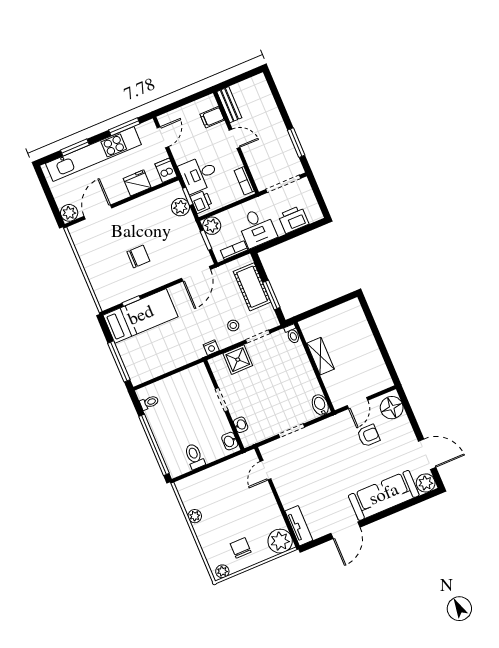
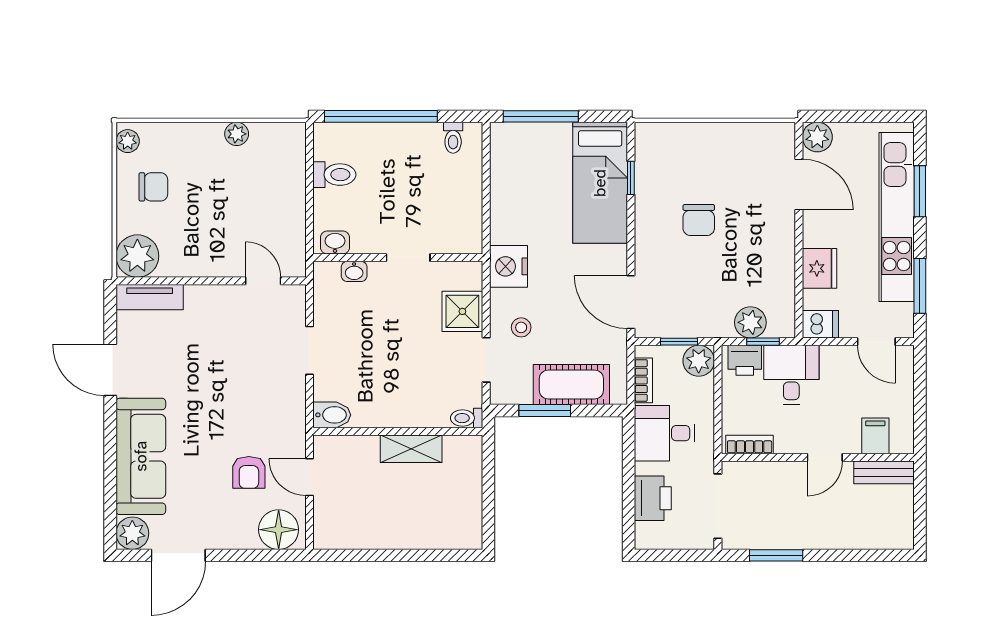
nightstand: (211, 348) -> (508, 266), width x1.89, depth x1.79

